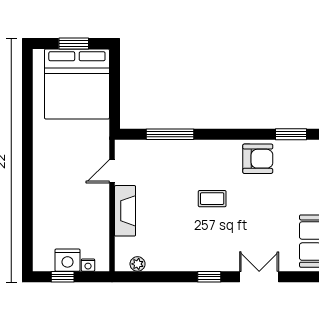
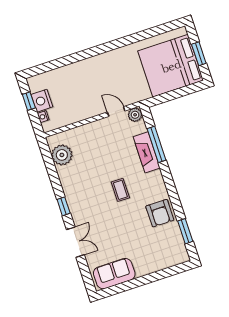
plant: (124, 149) -> (135, 115), added
fireplace: (125, 211) -> (147, 152), moved, turned 90
plant: (138, 264) -> (62, 155), width x1.88, depth x1.88

